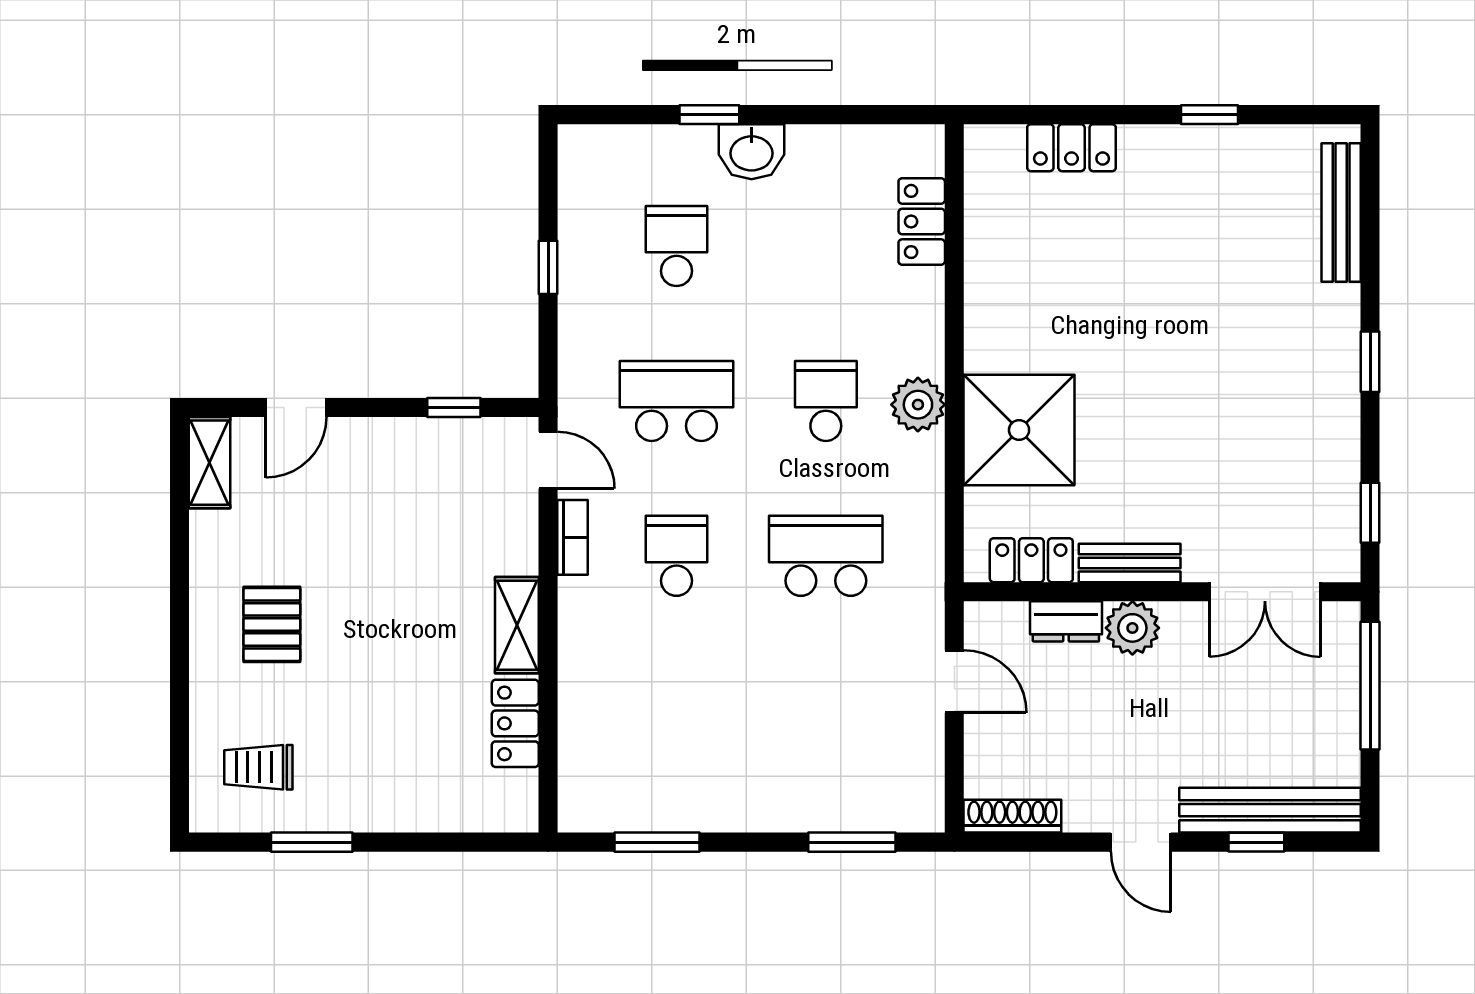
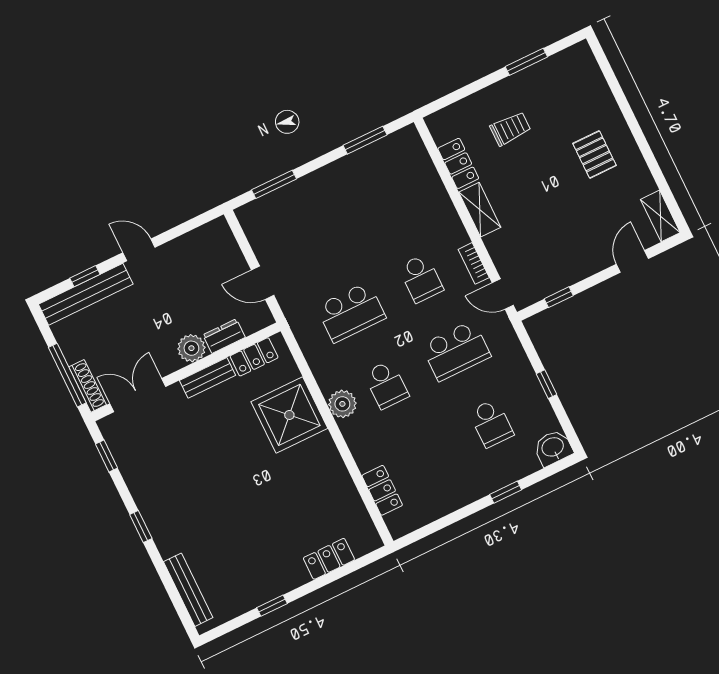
washbasin: (752, 152) -> (553, 448), moved
trolley: (258, 767) -> (510, 129), moved
shoe rack: (1012, 816) -> (88, 386), moved, turned -90

